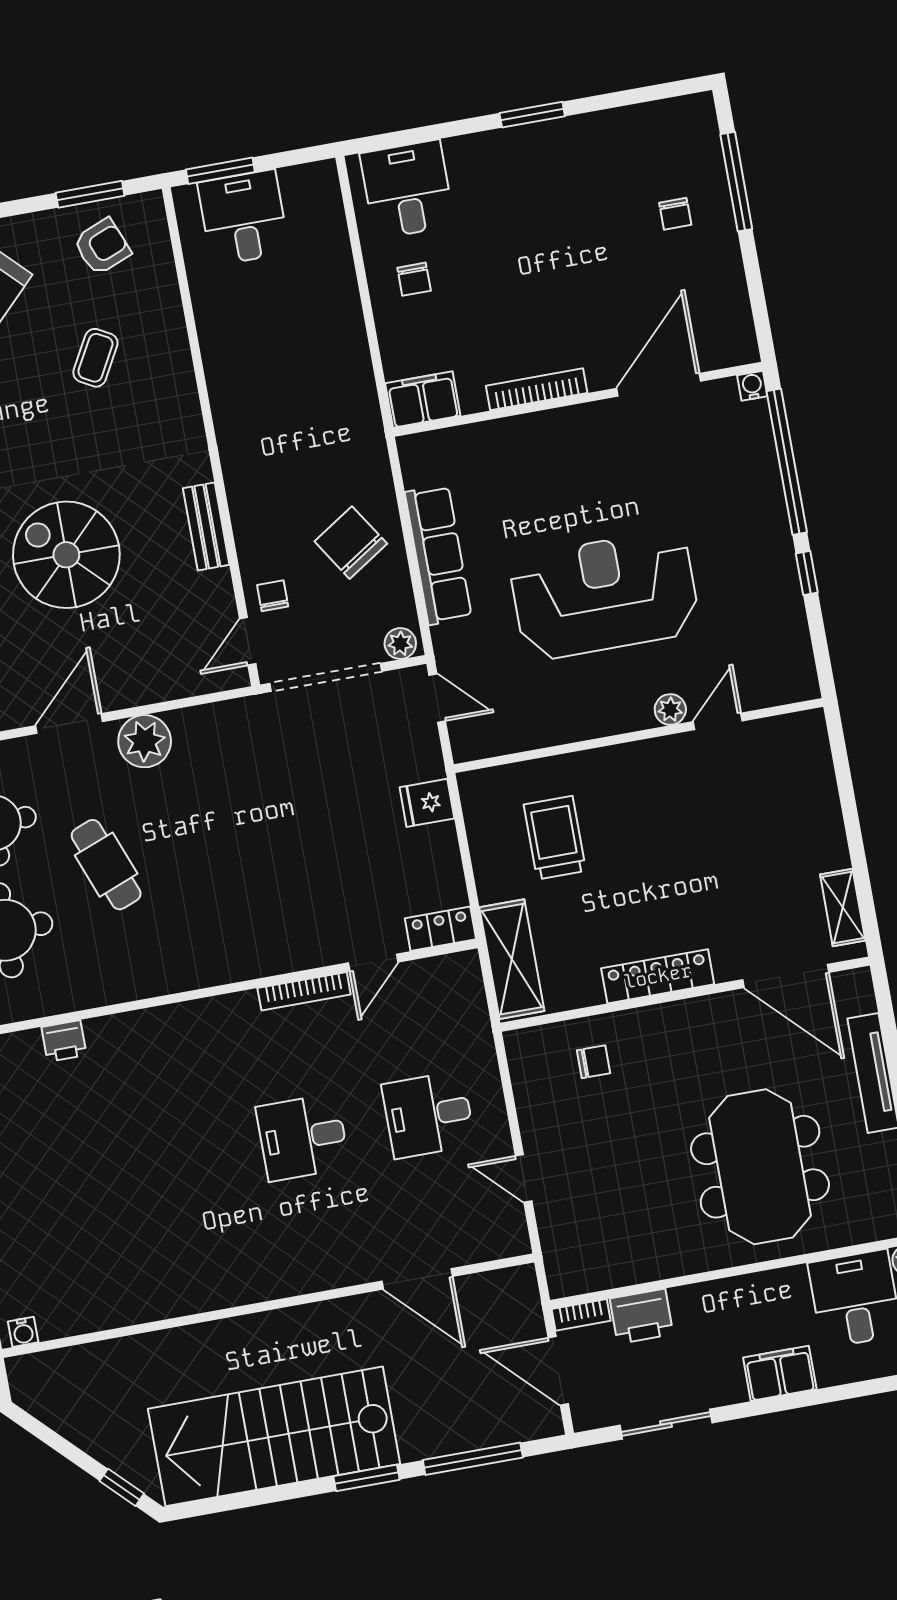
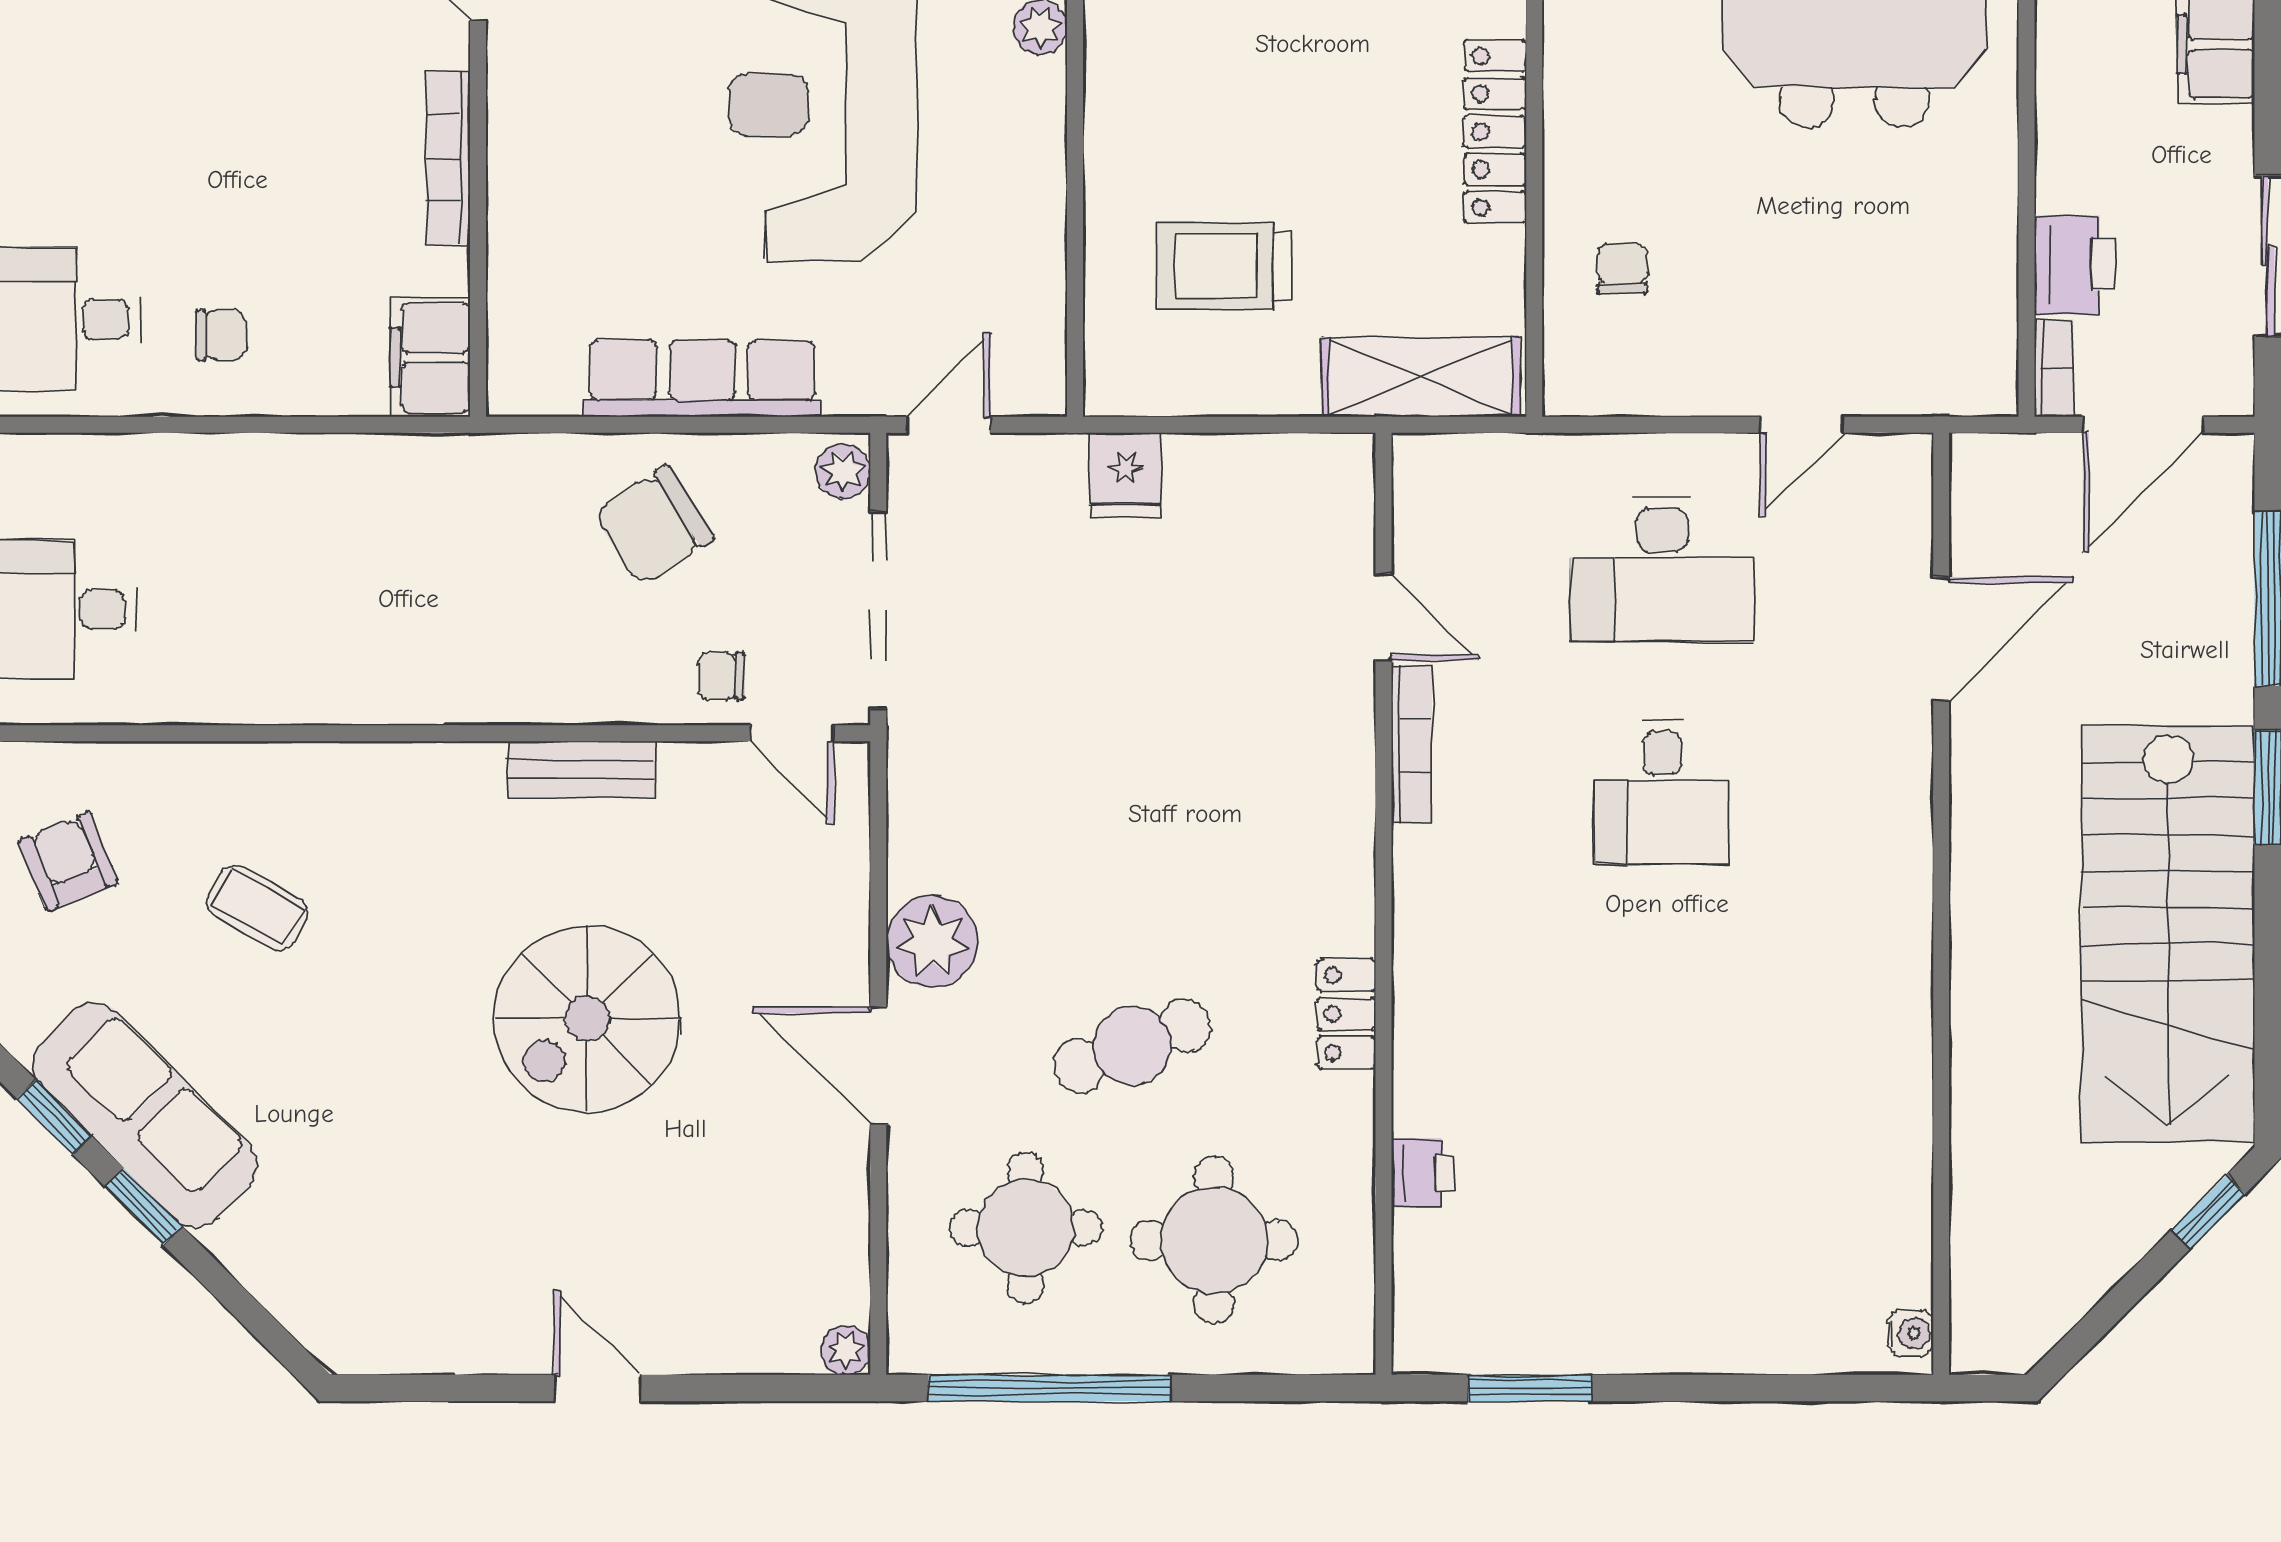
locker: (440, 929) -> (1346, 1014), moved
desk: (428, 1115) -> (1662, 569), width x1.37

